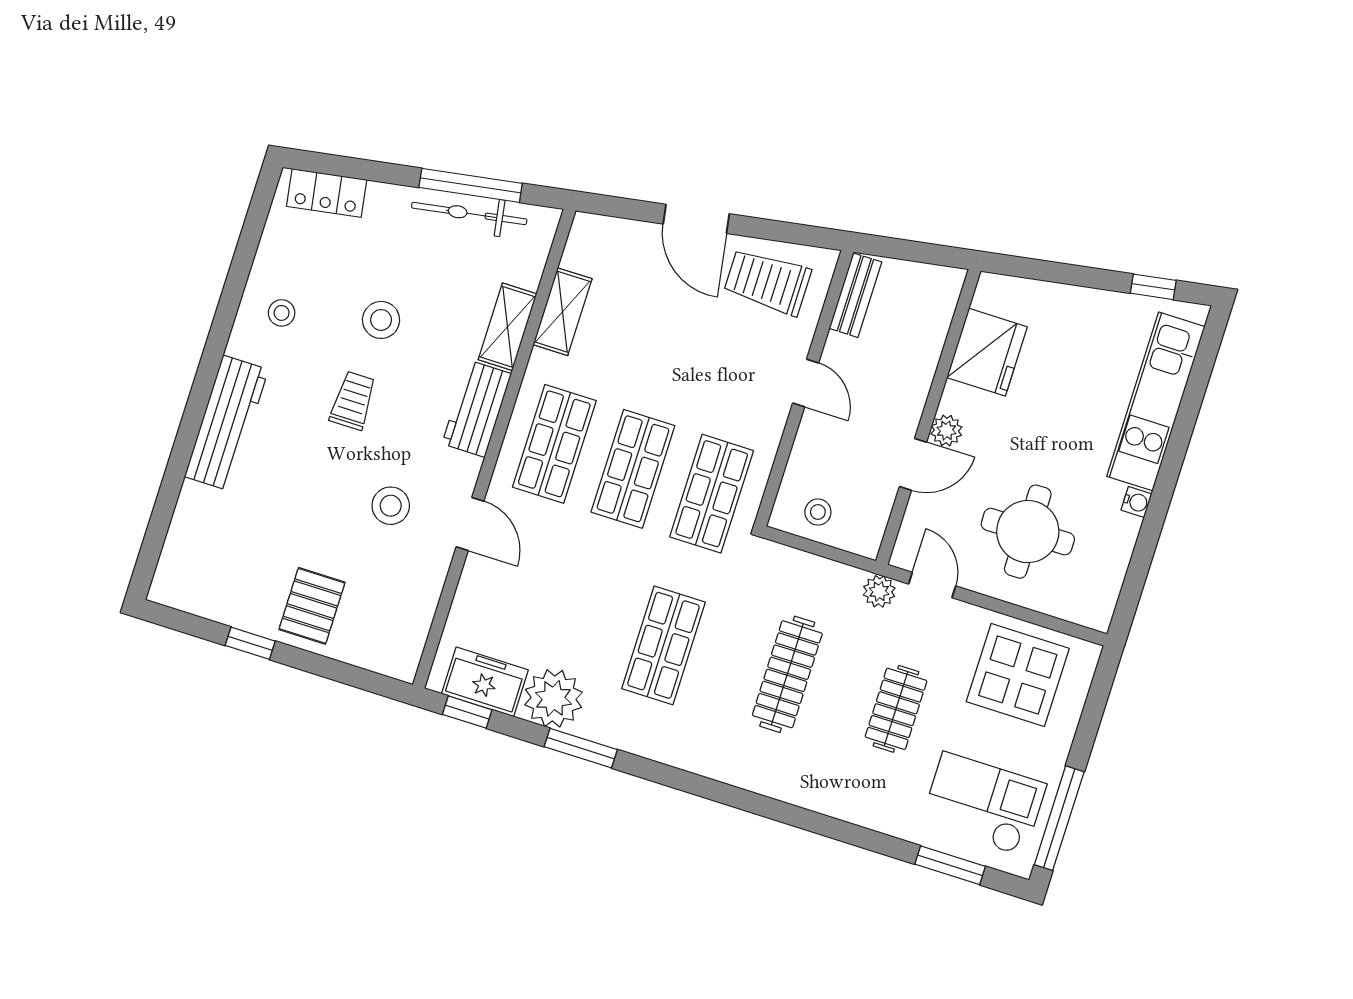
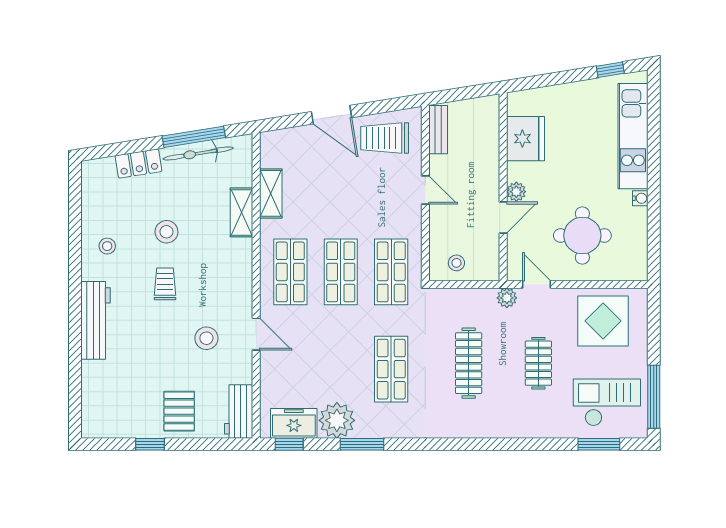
locker: (327, 193) -> (138, 163), moved
workbench: (477, 409) -> (239, 412), moved

